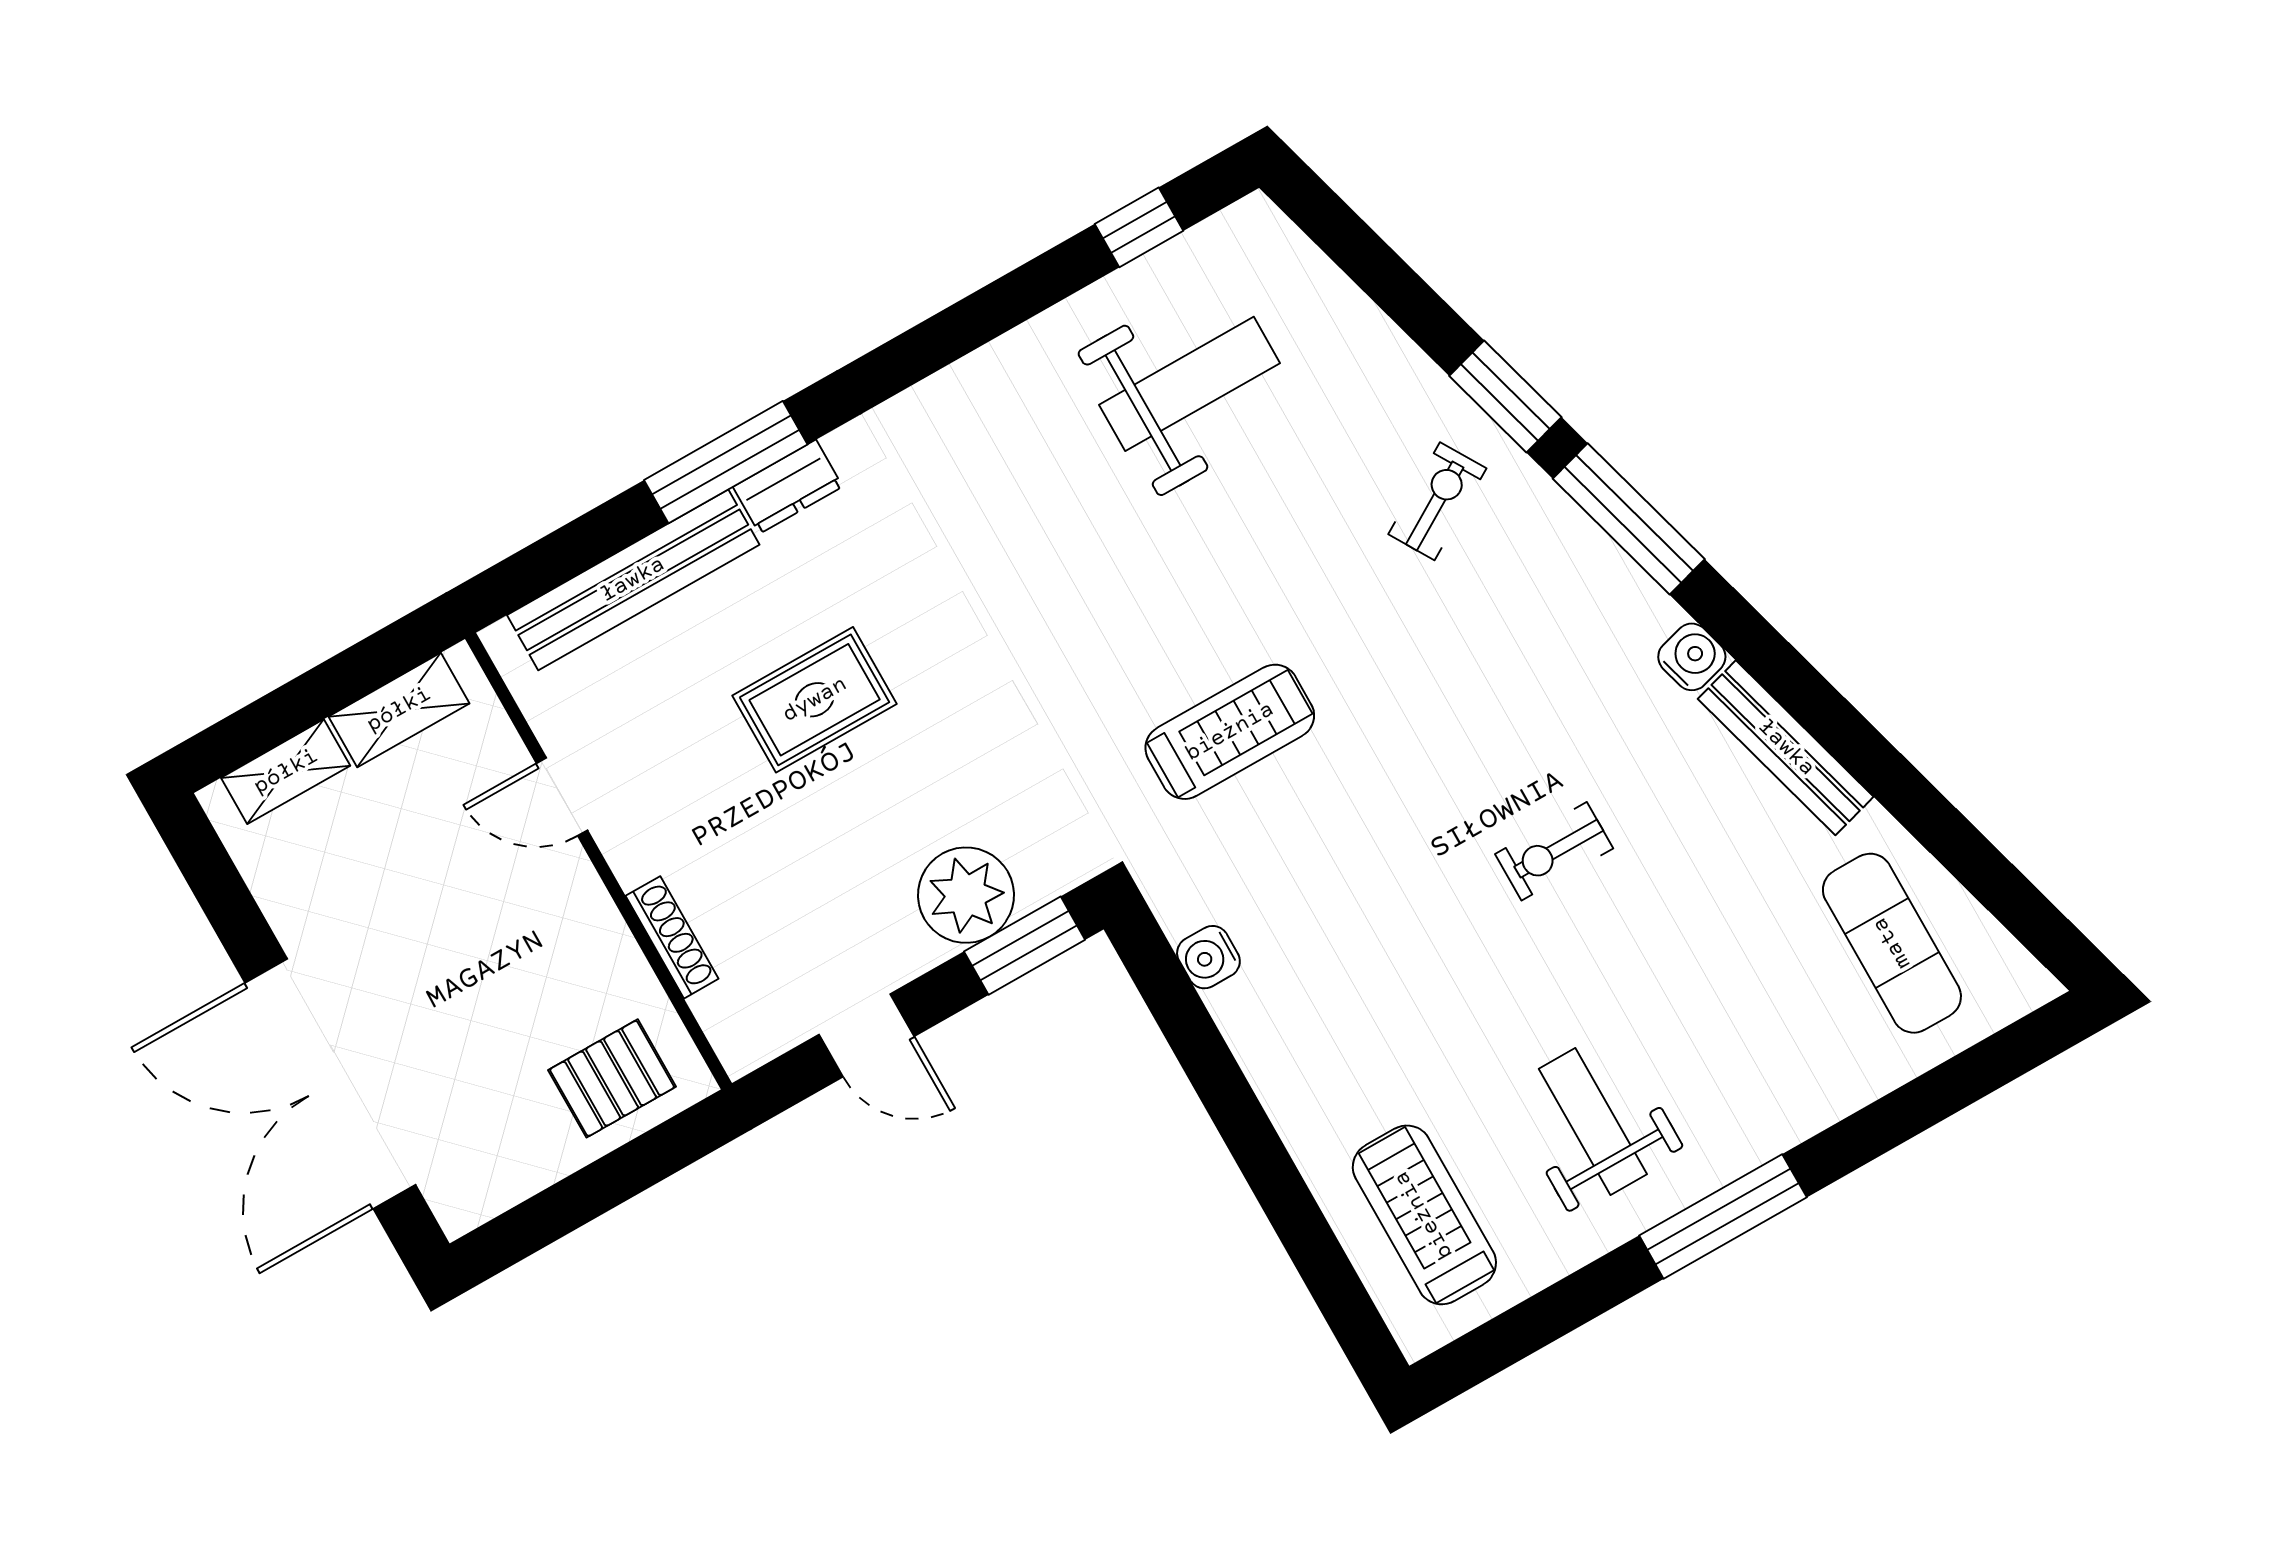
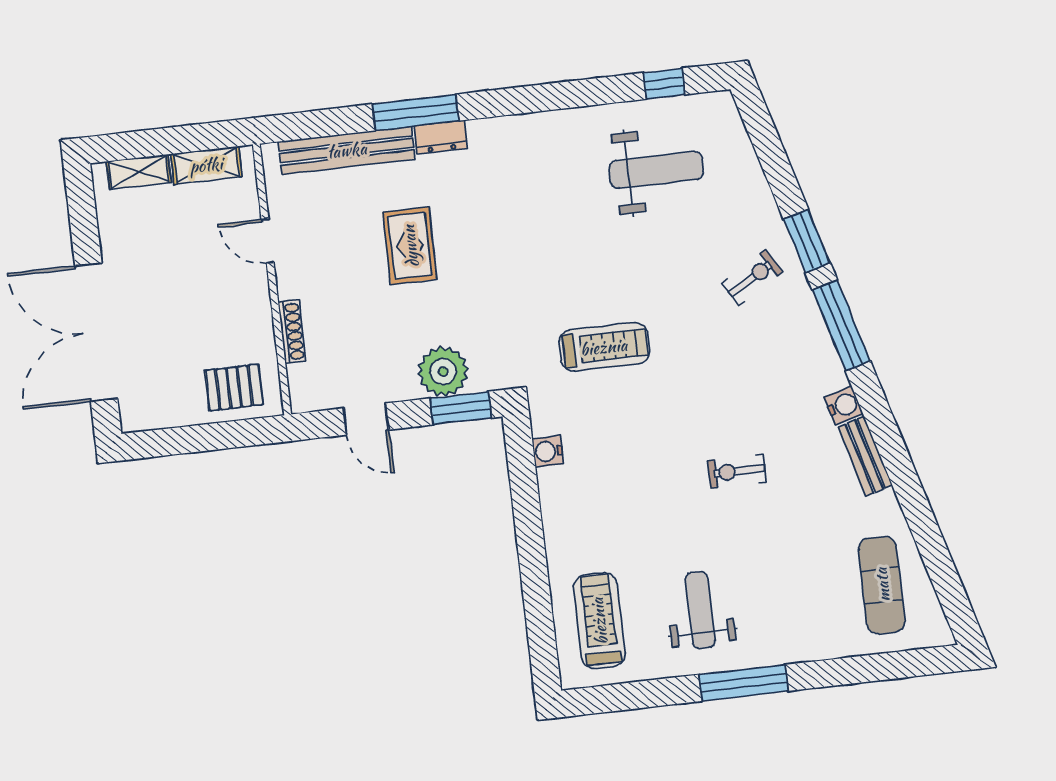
rug: (815, 700) -> (410, 246), turned 90
bench: (1786, 748) -> (865, 456), width x0.73

